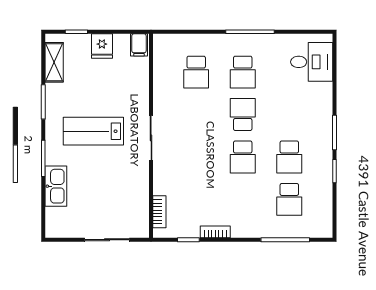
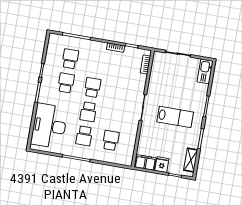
filing cabinet: (139, 45) -> (145, 162), width x2.00
desk: (312, 62) -> (49, 126), width x1.87, depth x1.30
school desk: (243, 72) -> (84, 136), turned 180
kitchen sink: (56, 186) -> (205, 71), moved

